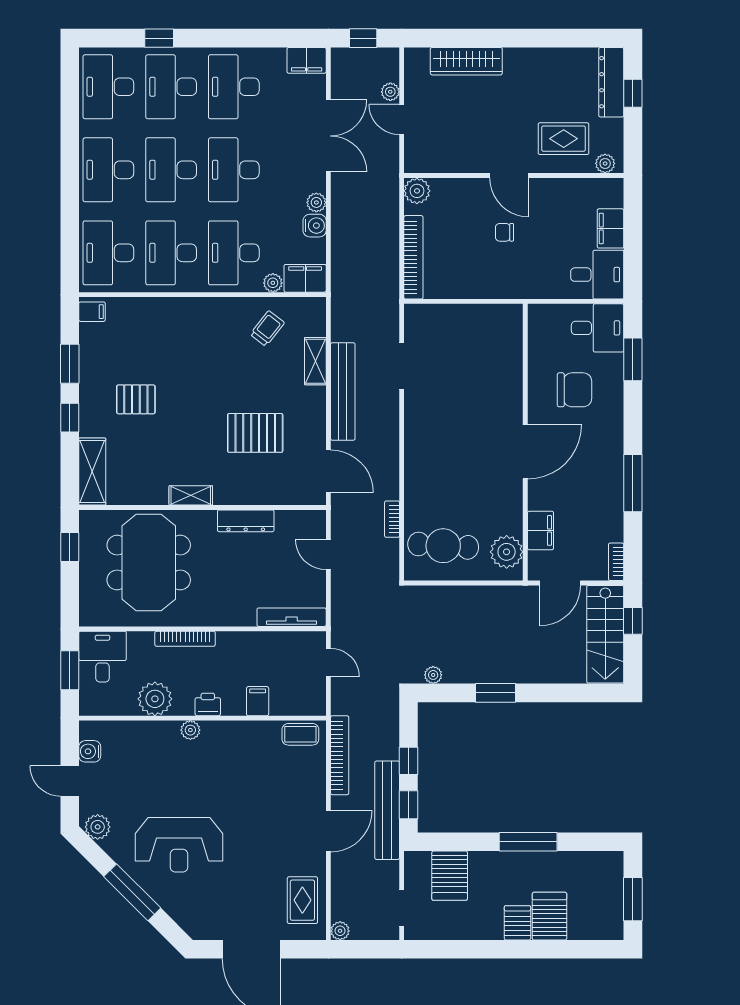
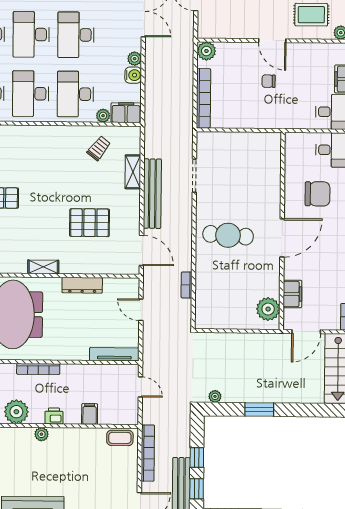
cafe table: (443, 546) -> (228, 235), moved

